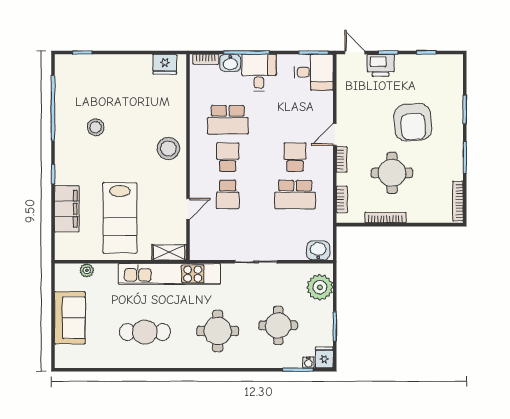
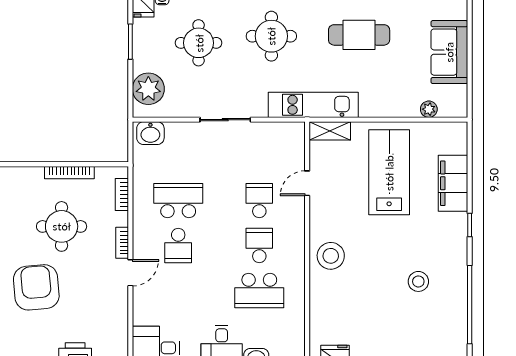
school desk: (228, 120) -> (259, 290), turned 180
school desk: (228, 157) -> (259, 246), turned 180
kitchen unit: (169, 274) -> (313, 105), width x0.73

